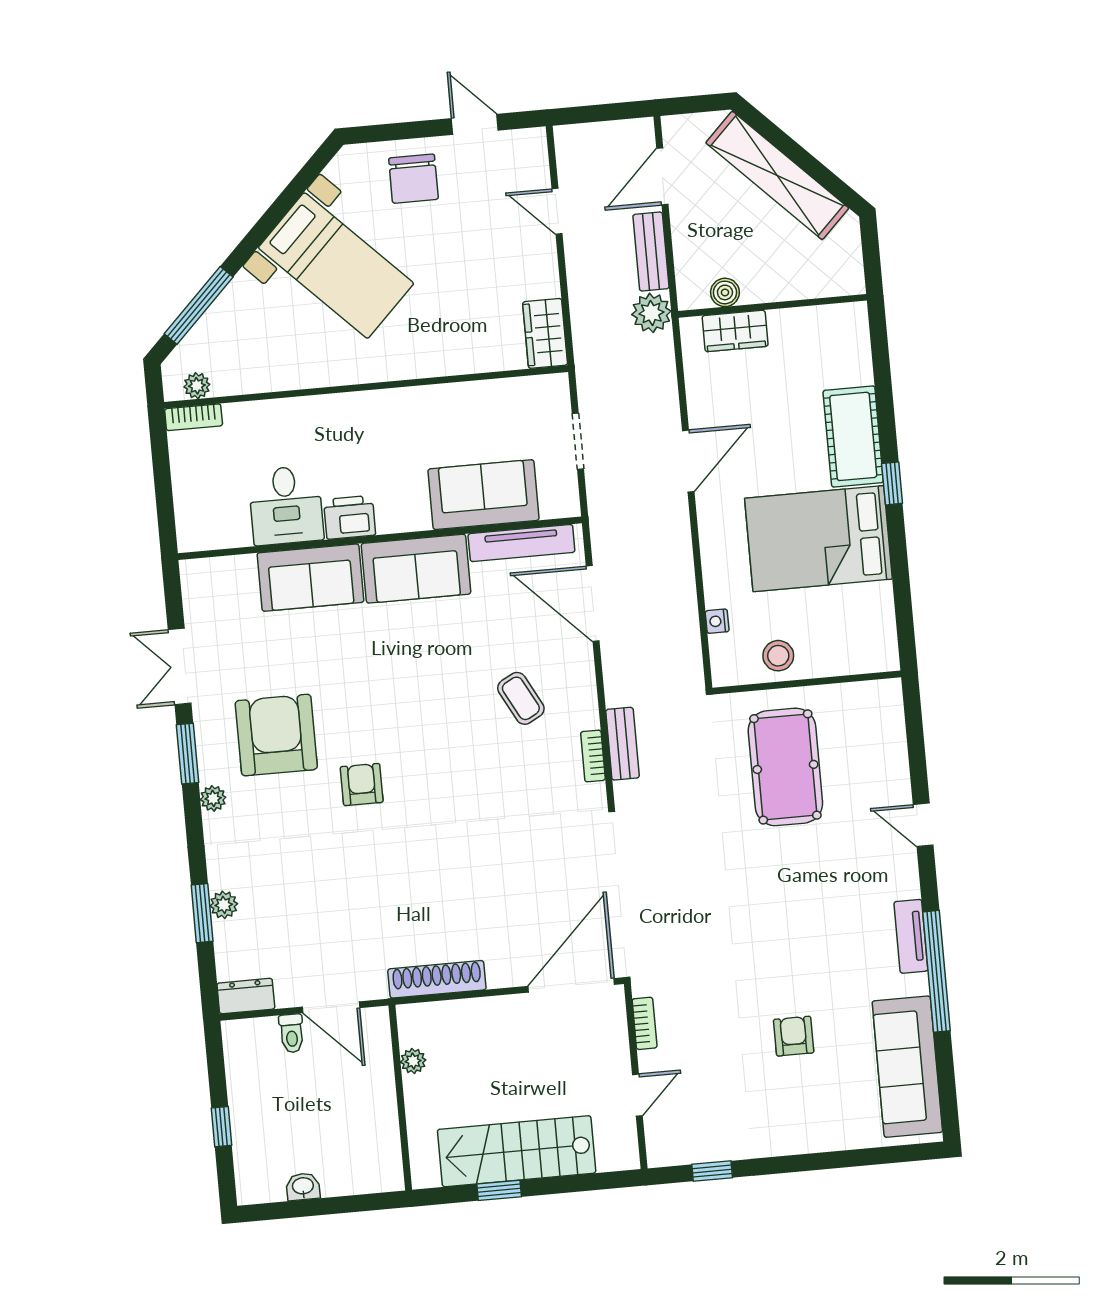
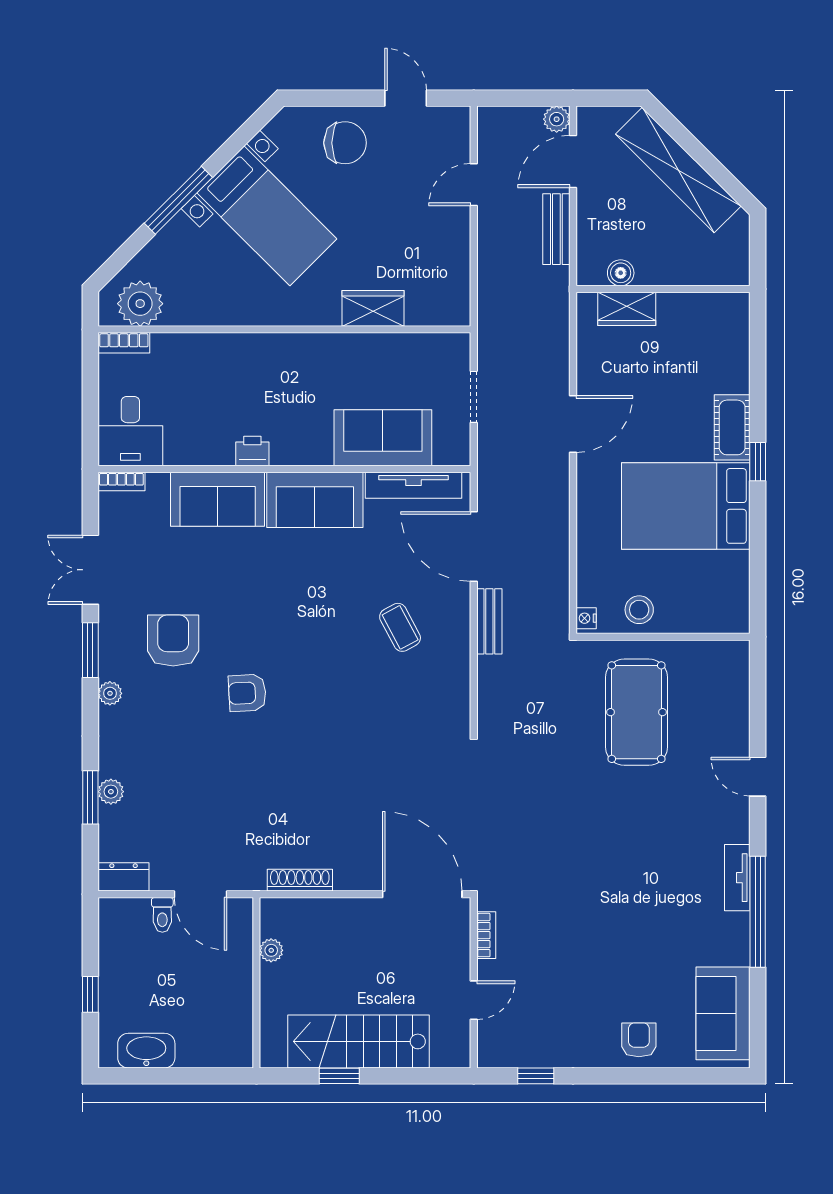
chair: (413, 179) -> (345, 143), turned -90
door: (557, 211) -> (474, 185), hinge flipped
window: (199, 305) -> (178, 200), moved
plant: (651, 313) -> (557, 119), moved, width x0.73, depth x0.73
wardrobe: (545, 333) -> (373, 308), moved, turned 90
plant: (197, 386) -> (140, 304), width x1.87, depth x1.87
cot: (853, 436) -> (732, 427), width x0.73, depth x0.75
desk: (286, 505) -> (130, 431), moved
printer: (350, 517) -> (252, 451), width x0.73, depth x0.81
nightstand: (717, 621) -> (586, 618), moved
armchair: (276, 735) -> (173, 641), width x0.73, depth x0.73
bench: (622, 744) -> (489, 621), moved
bookcase: (593, 756) -> (121, 482), moved, turned -90
armchair: (362, 784) -> (247, 693), turned -93
shoe rack: (437, 979) -> (300, 880), width x0.74, depth x0.81
door: (571, 985) -> (422, 894), hinge flipped
armchair: (794, 1036) -> (639, 1040), moved
sofa: (907, 1067) -> (723, 1013), width x0.73
washbasin: (303, 1187) -> (146, 1051), width x1.91, depth x1.45

